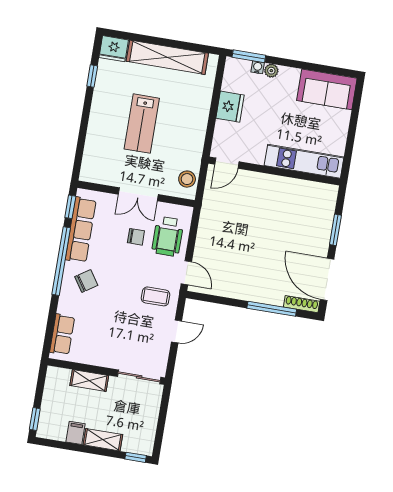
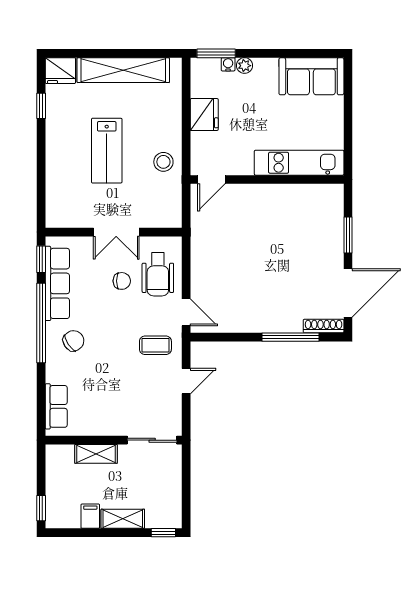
stool: (187, 179) -> (163, 162), moved
door: (327, 279) -> (348, 293), swing flipped

